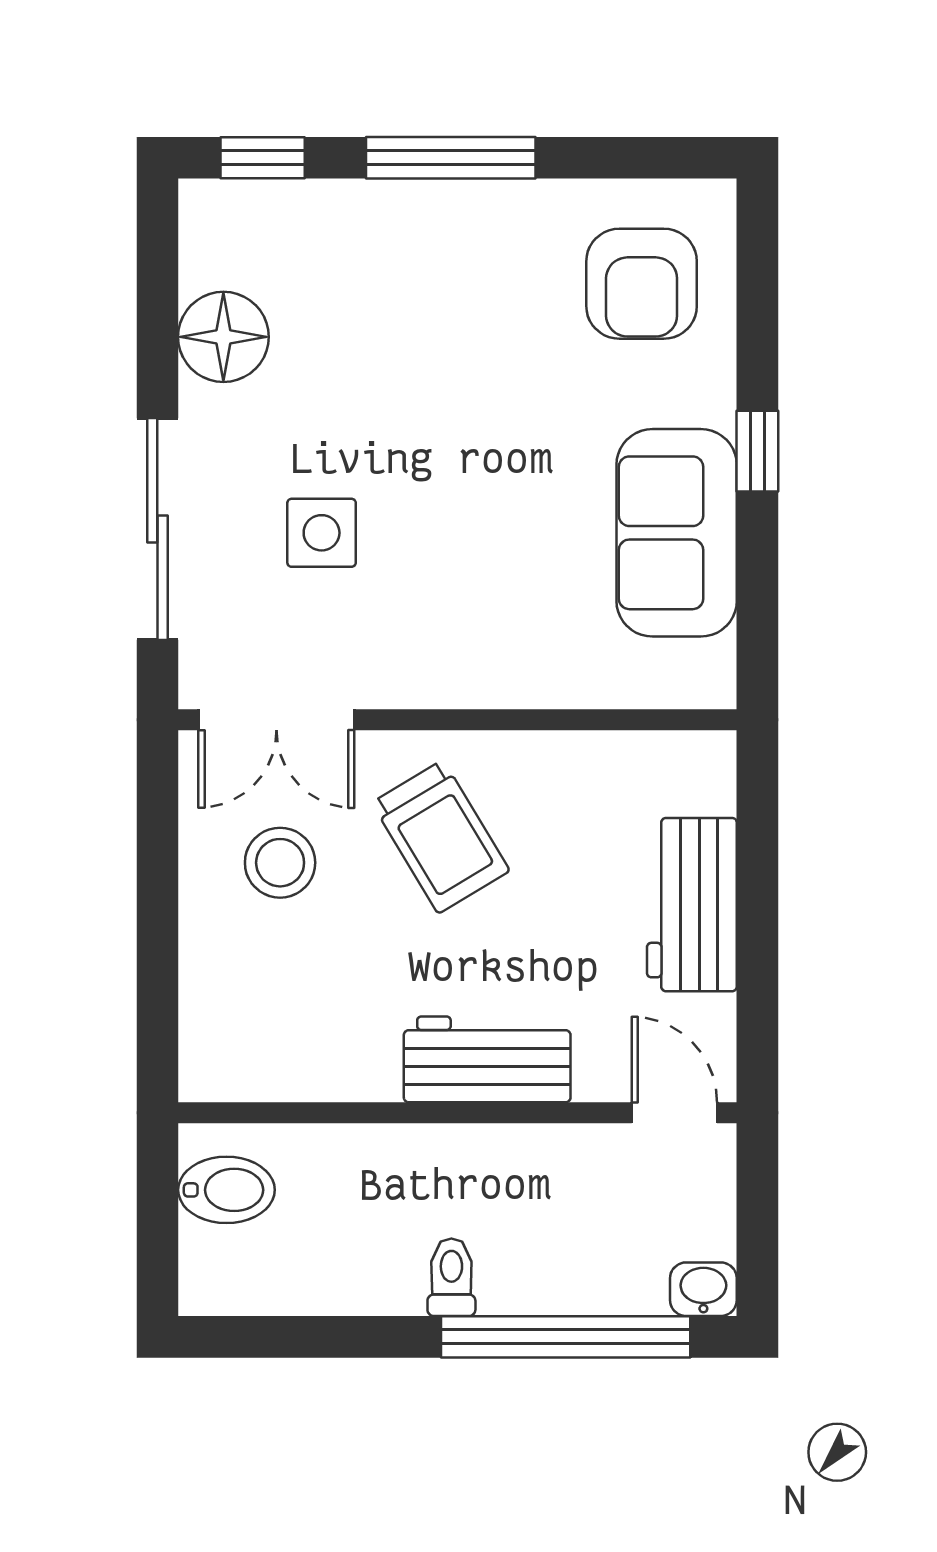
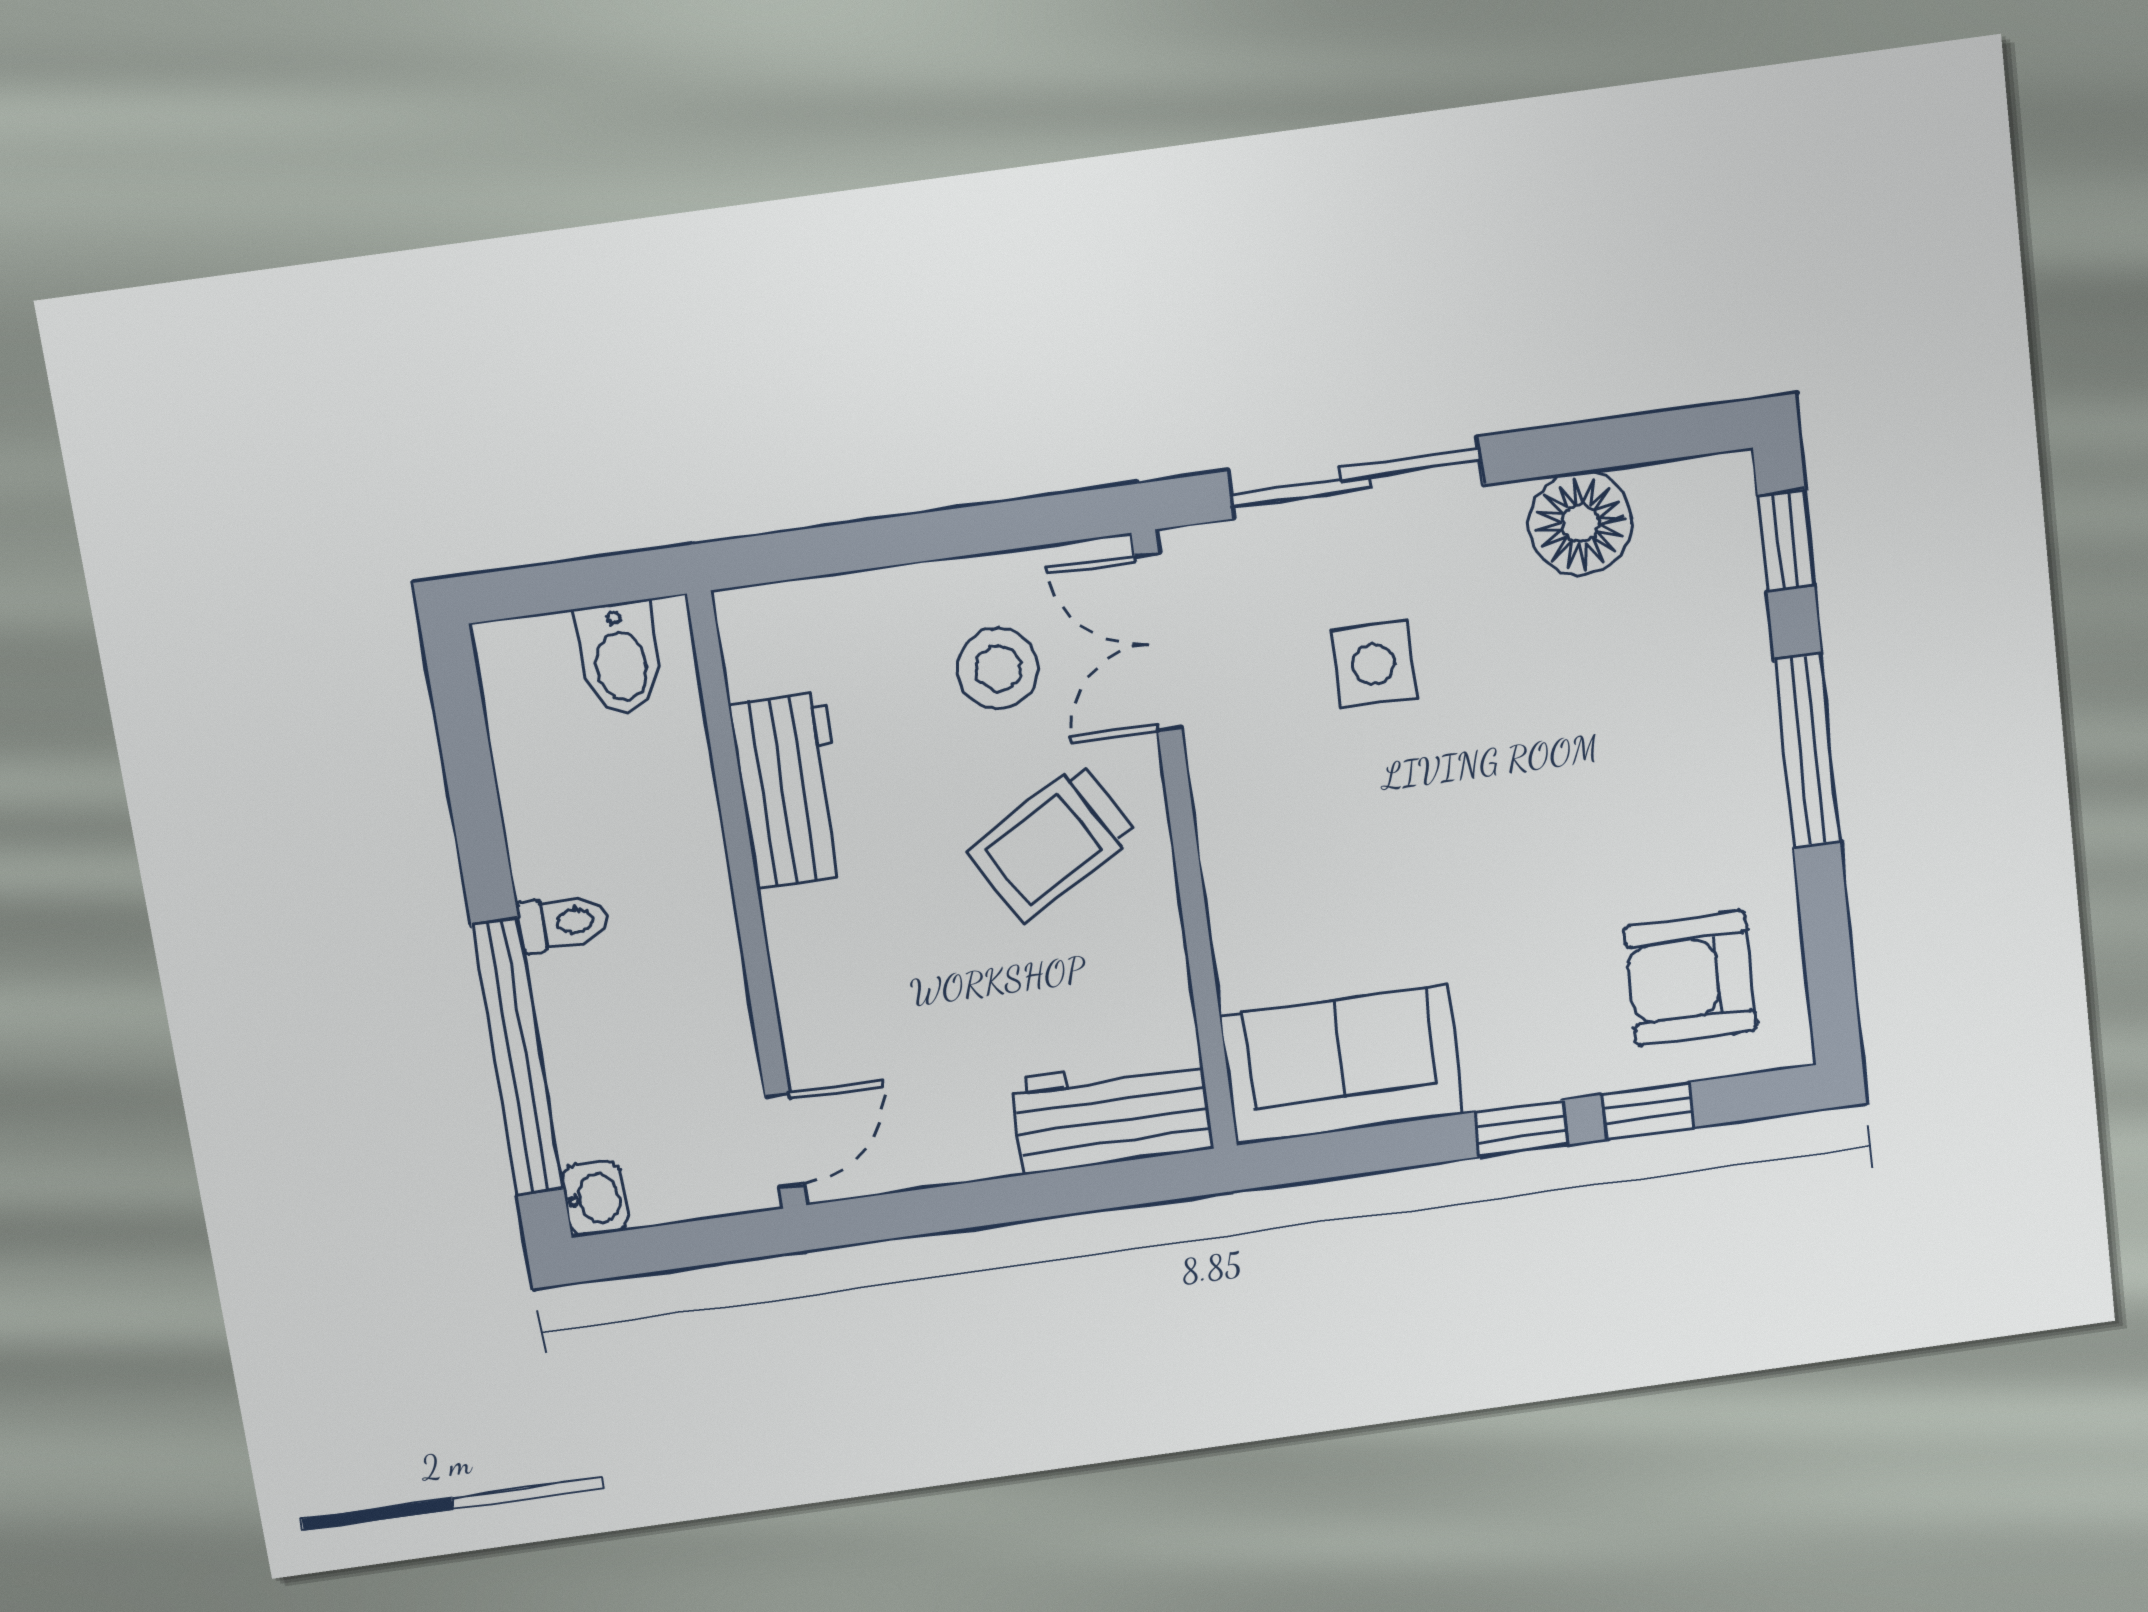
window: (757, 335) -> (1648, 1111), added
sofa: (677, 533) -> (1342, 1065), moved
workbench: (692, 905) -> (1112, 1114), moved
workbench: (487, 1059) -> (791, 790), moved

